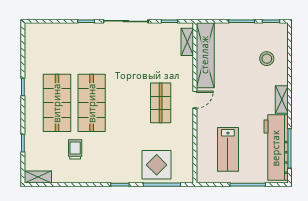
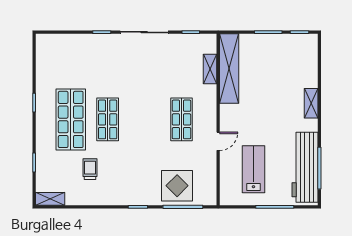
shelving: (187, 42) -> (210, 69), moved
stool: (267, 59) -> (295, 72), removed
door: (195, 100) -> (218, 141), moved
shelving: (282, 100) -> (311, 103), moved
shop shelf: (92, 103) -> (108, 119), width x0.70, depth x0.74
lab bench: (228, 149) -> (253, 169), turned 180

